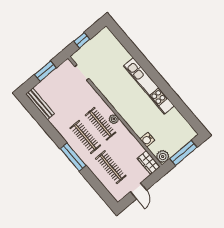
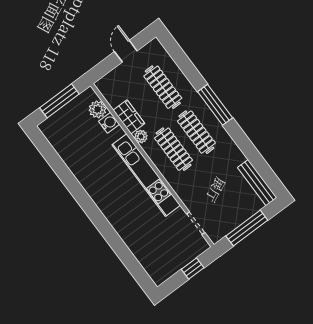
window: (45, 71) -> (247, 228), width x1.44
kitchen unit: (149, 86) -> (146, 175), moved, turned 180
plant: (114, 119) -> (141, 136), moved
plant: (163, 156) -> (98, 109), moved
wardrobe: (149, 163) -> (129, 117), moved

